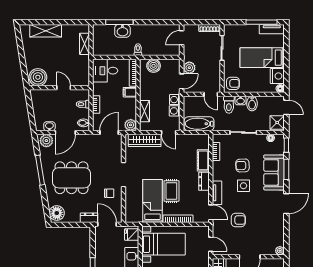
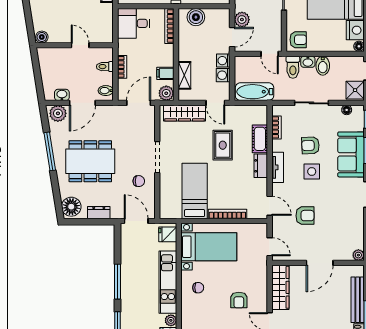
boiler: (38, 77) -> (42, 37), width x0.54, depth x0.54
filing cabinet: (130, 92) -> (165, 73), moved
rug: (171, 191) -> (223, 145), moved
tv unit: (217, 193) -> (278, 167), moved
dresser: (89, 218) -> (99, 213), moved

